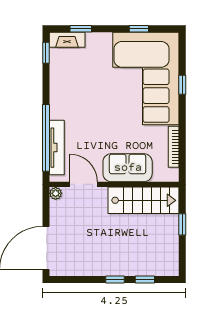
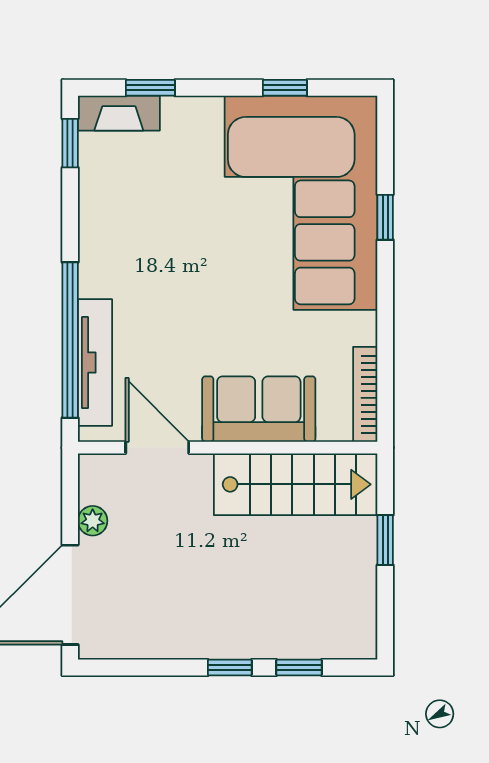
bookcase: (174, 147) -> (365, 394), moved
plant: (56, 193) -> (93, 521), moved

